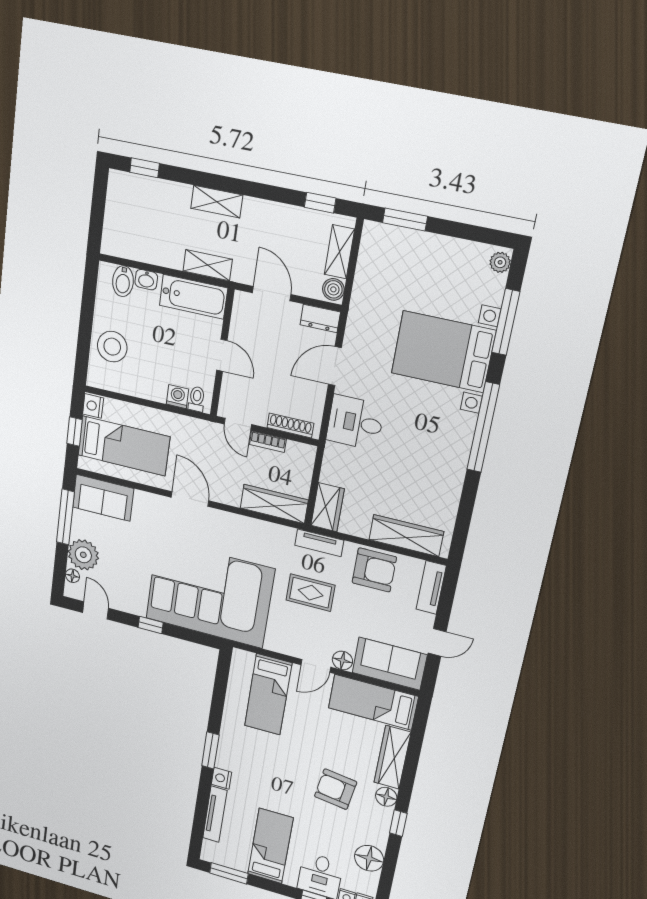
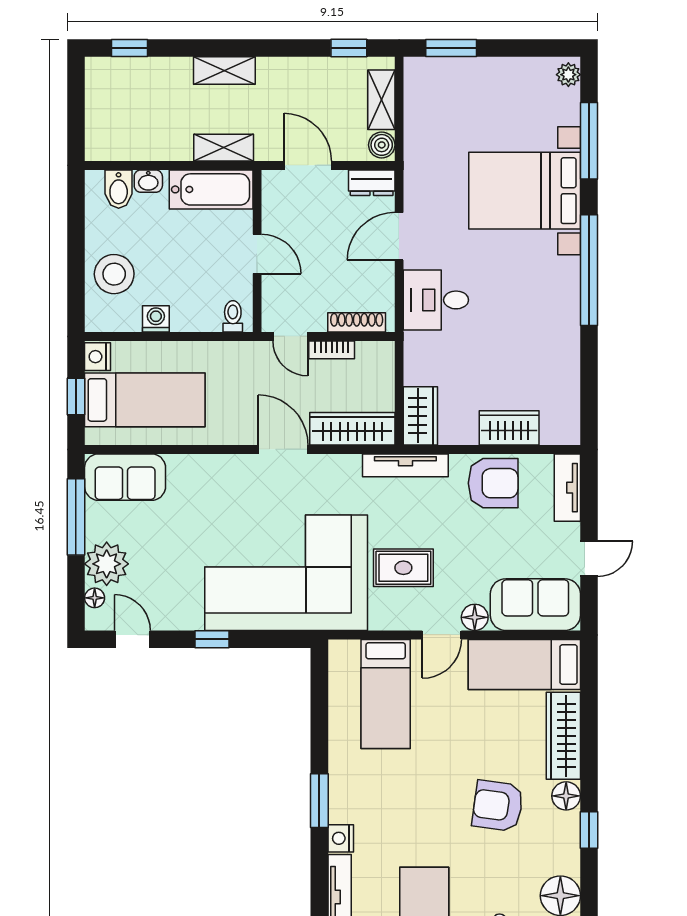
washing machine: (178, 397) -> (156, 319), moved
door: (190, 499) -> (283, 449), moved
wardrobe: (406, 536) -> (509, 428), width x0.67
tv unit: (319, 543) -> (405, 465), width x1.41
rug: (311, 593) -> (403, 568), moved

